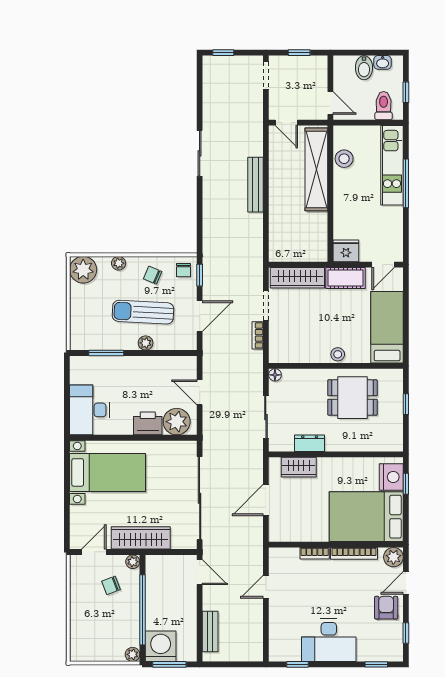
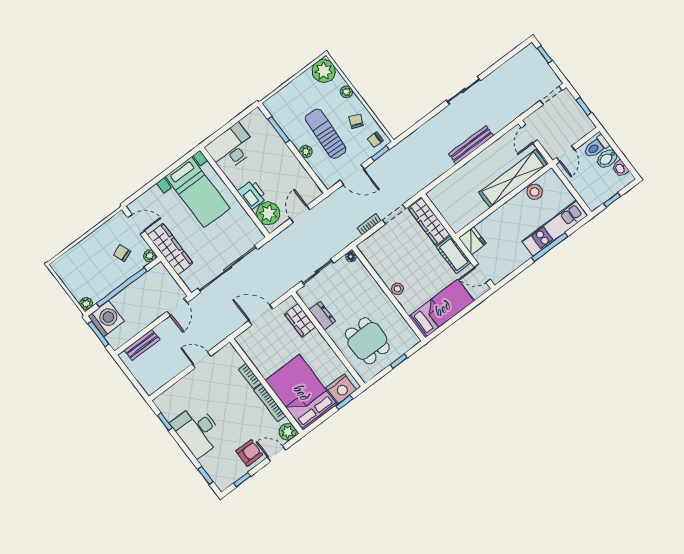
toilet: (384, 106) -> (596, 147), moved, turned 180
dining table: (352, 398) -> (367, 341), moved

